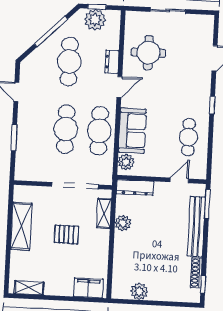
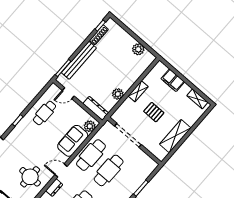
shelving: (104, 213) -> (138, 91), moved
filing cabinet: (88, 288) -> (173, 80), moved

